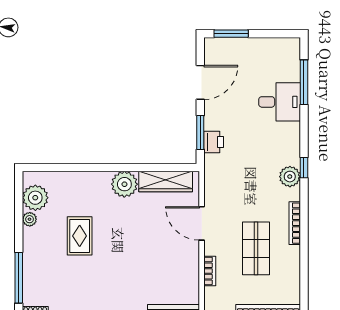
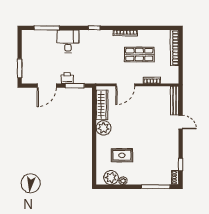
door: (200, 82) -> (47, 86), swing flipped
desk: (280, 102) -> (68, 41), moved
printer: (214, 142) -> (67, 78), moved
plant: (290, 177) -> (99, 36), removed
rug: (80, 236) -> (122, 155), moved

